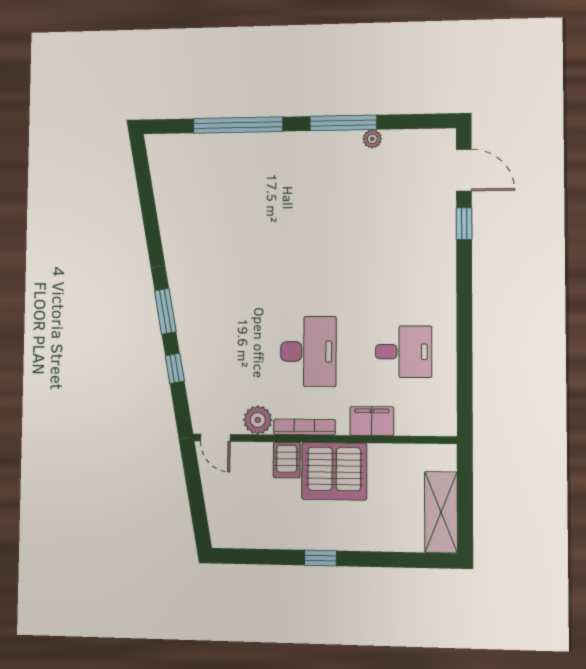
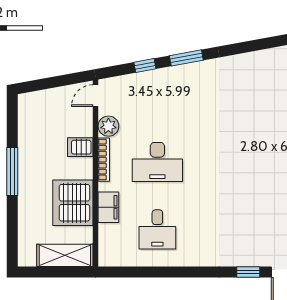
server rack: (334, 471) -> (73, 203), moved
shelving: (441, 512) -> (65, 255), moved
window: (320, 558) -> (12, 171), width x2.17

